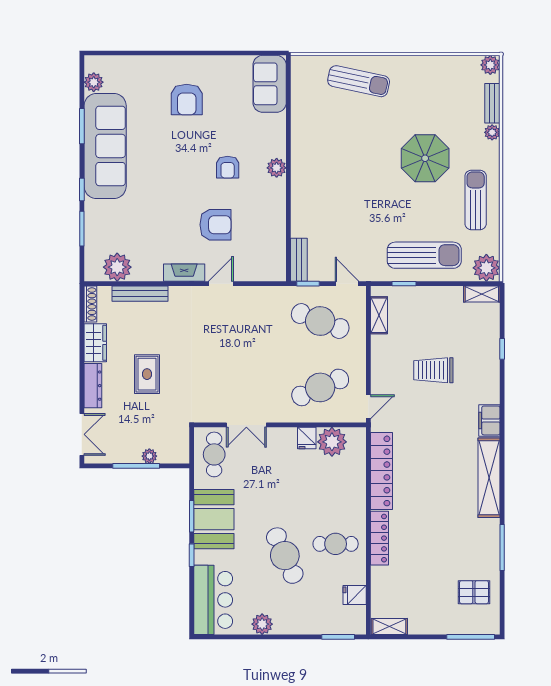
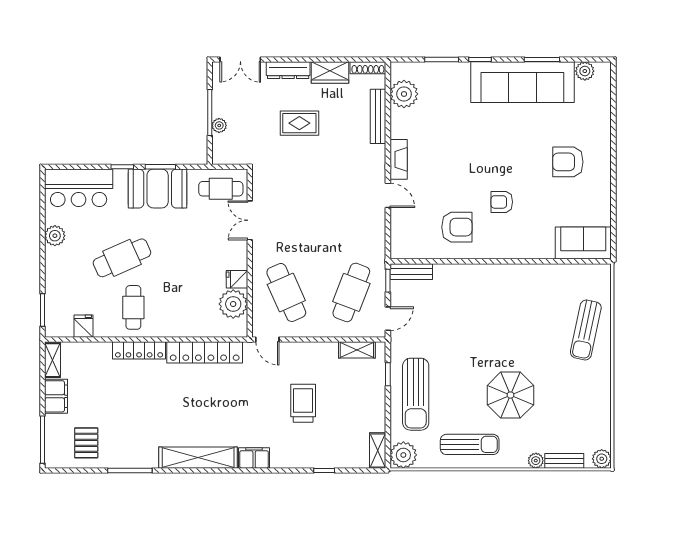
plant: (277, 168) -> (501, 250), removed
armchair: (215, 225) -> (457, 227), moved, turned -90
filing cabinet: (426, 623) -> (56, 396), added

